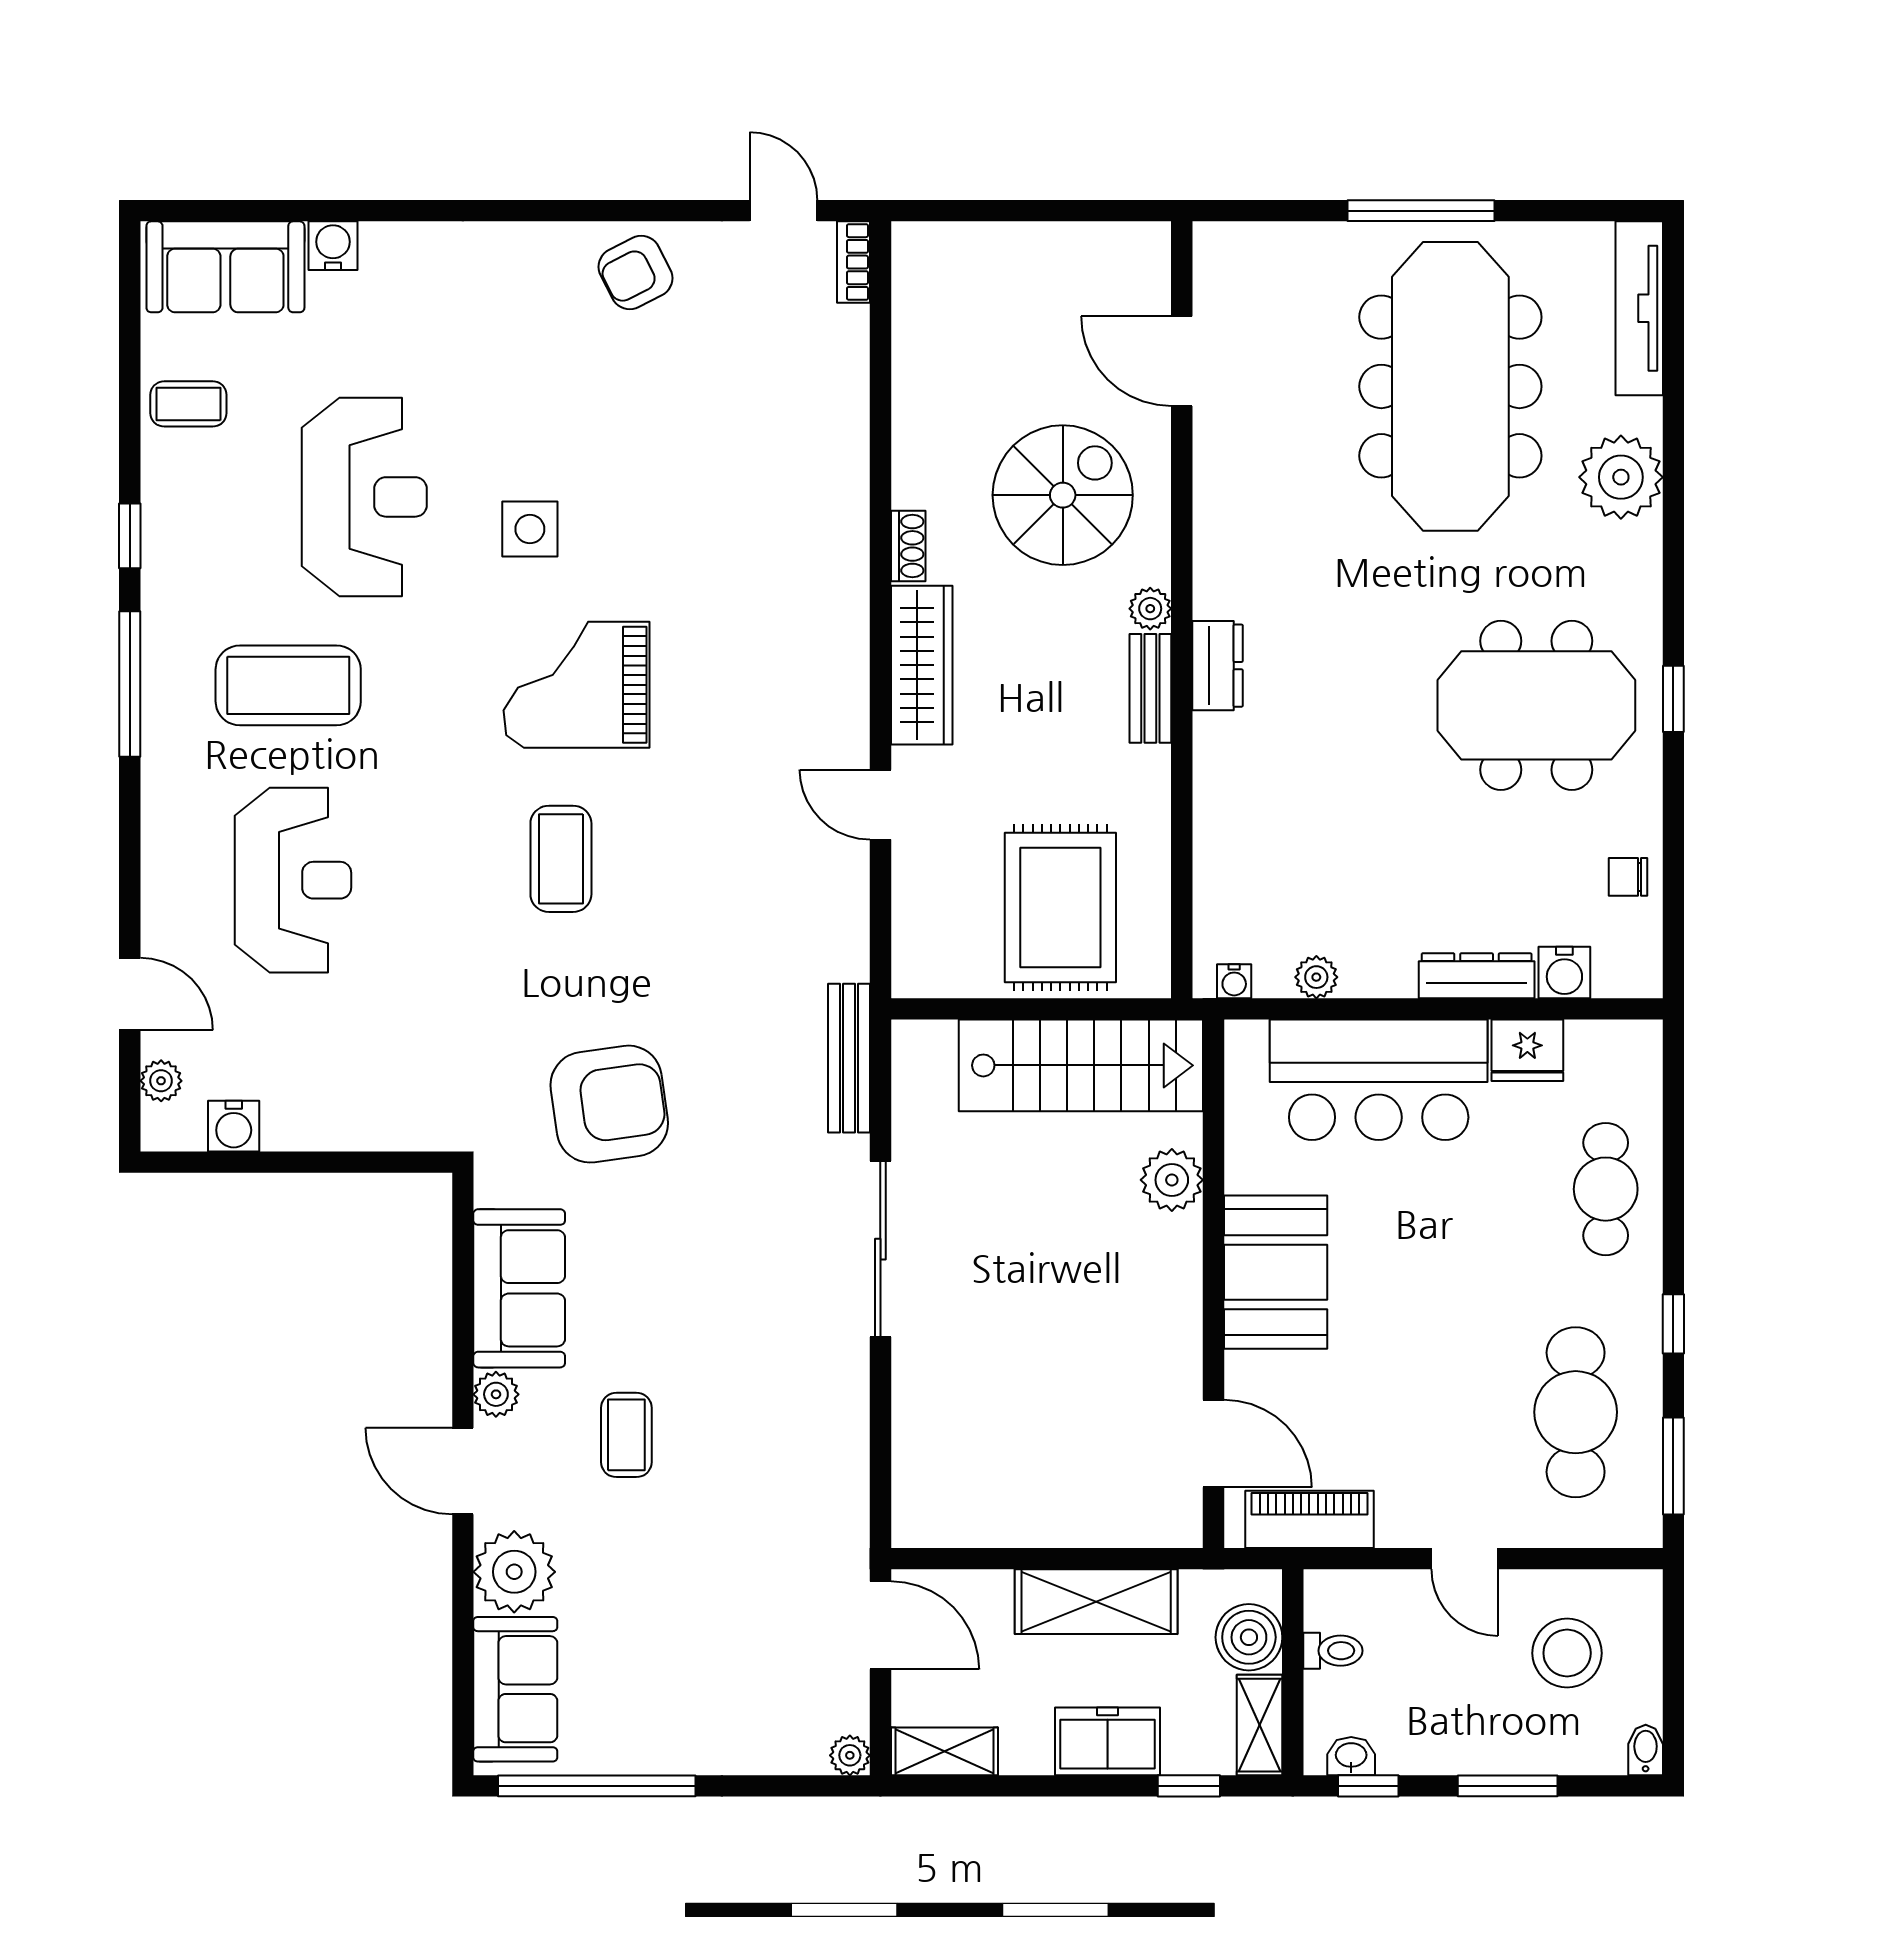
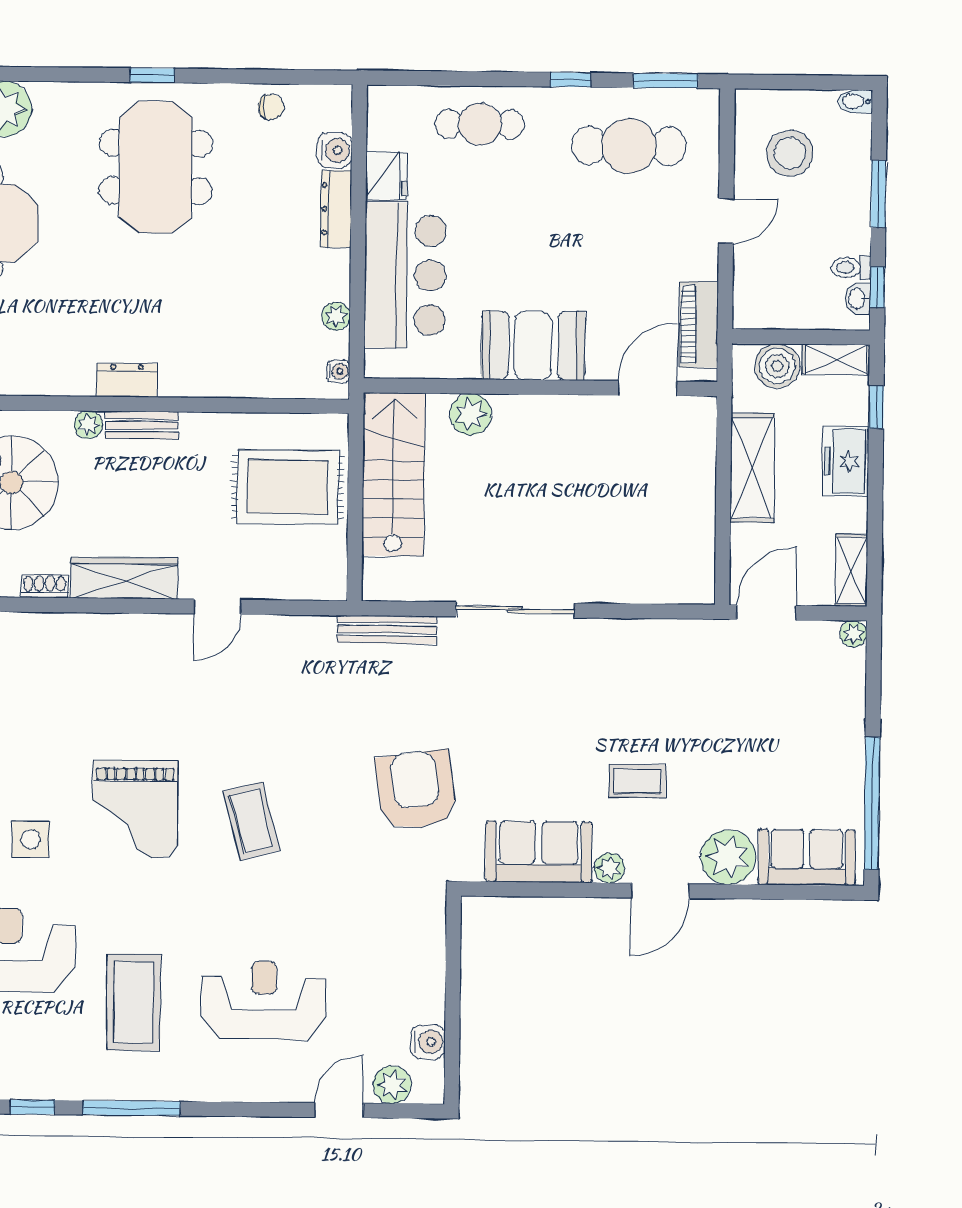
coffee table: (561, 859) -> (251, 821), turned 75
chair: (1628, 877) -> (271, 107), turned -90
plant: (161, 1081) -> (392, 1085), width x1.38, depth x1.38
toilet: (1333, 1651) -> (851, 267), moved, turned -90

